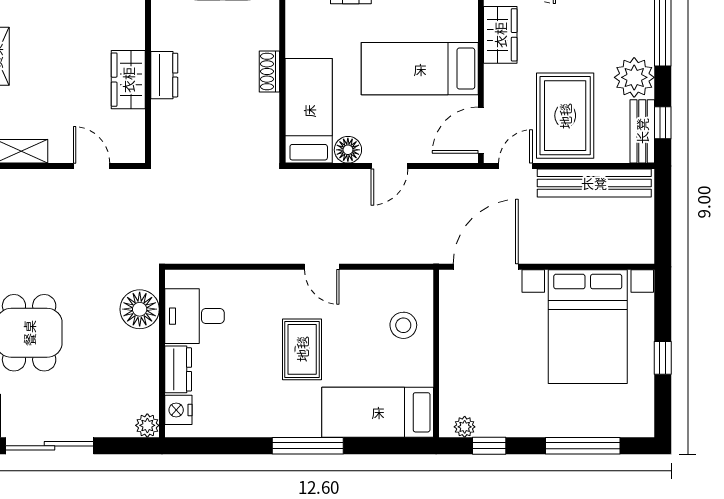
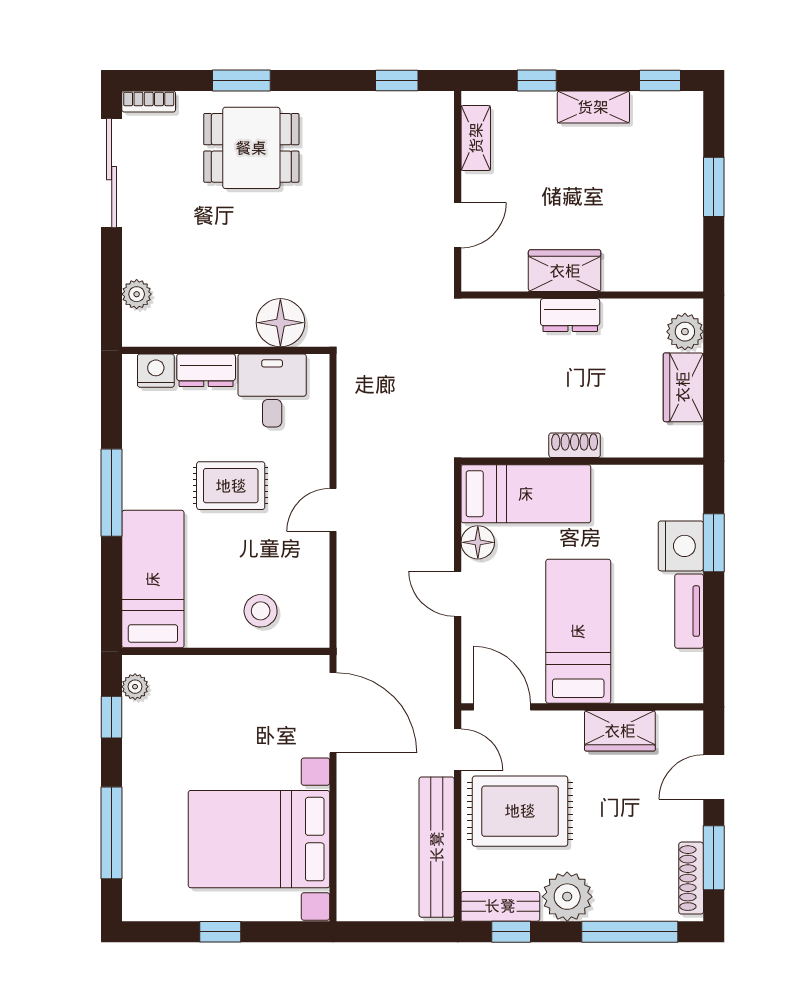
floor lamp: (140, 309) -> (280, 323), moved
desk: (194, 316) -> (272, 391), moved
wall: (162, 353) -> (226, 350), moved
dresser: (178, 369) -> (206, 370), moved
nightstand: (178, 410) -> (156, 371), moved

